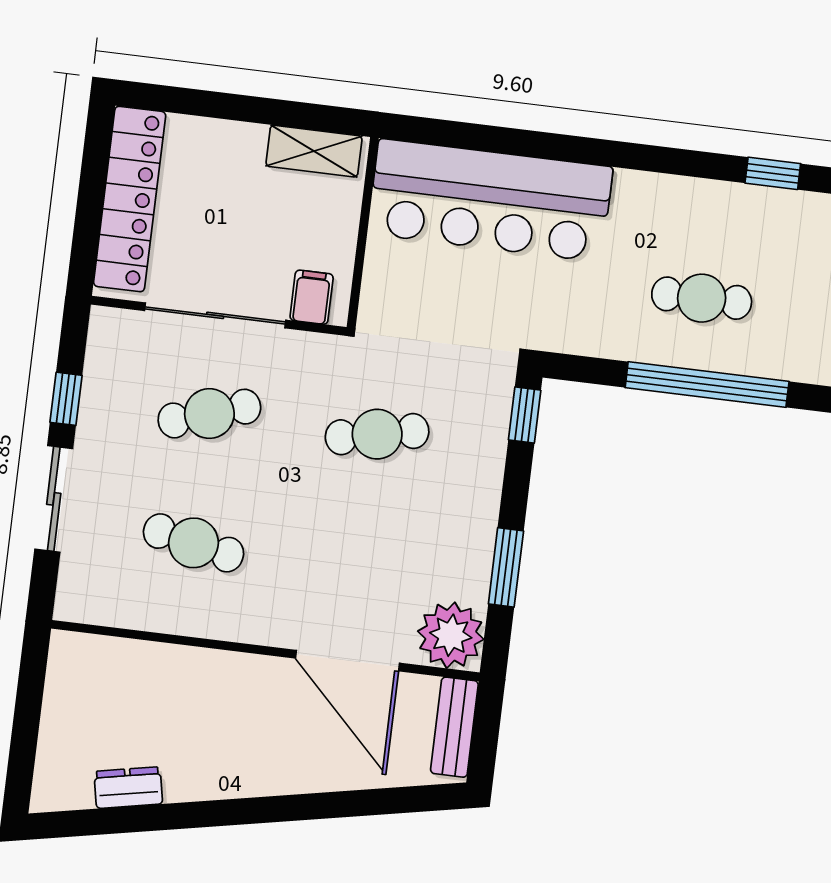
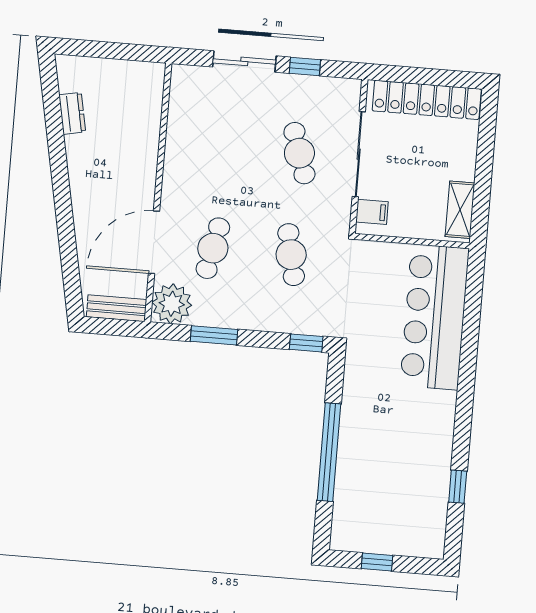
cafe table: (702, 298) -> (381, 447), removed
cafe table: (194, 543) -> (213, 248), moved

